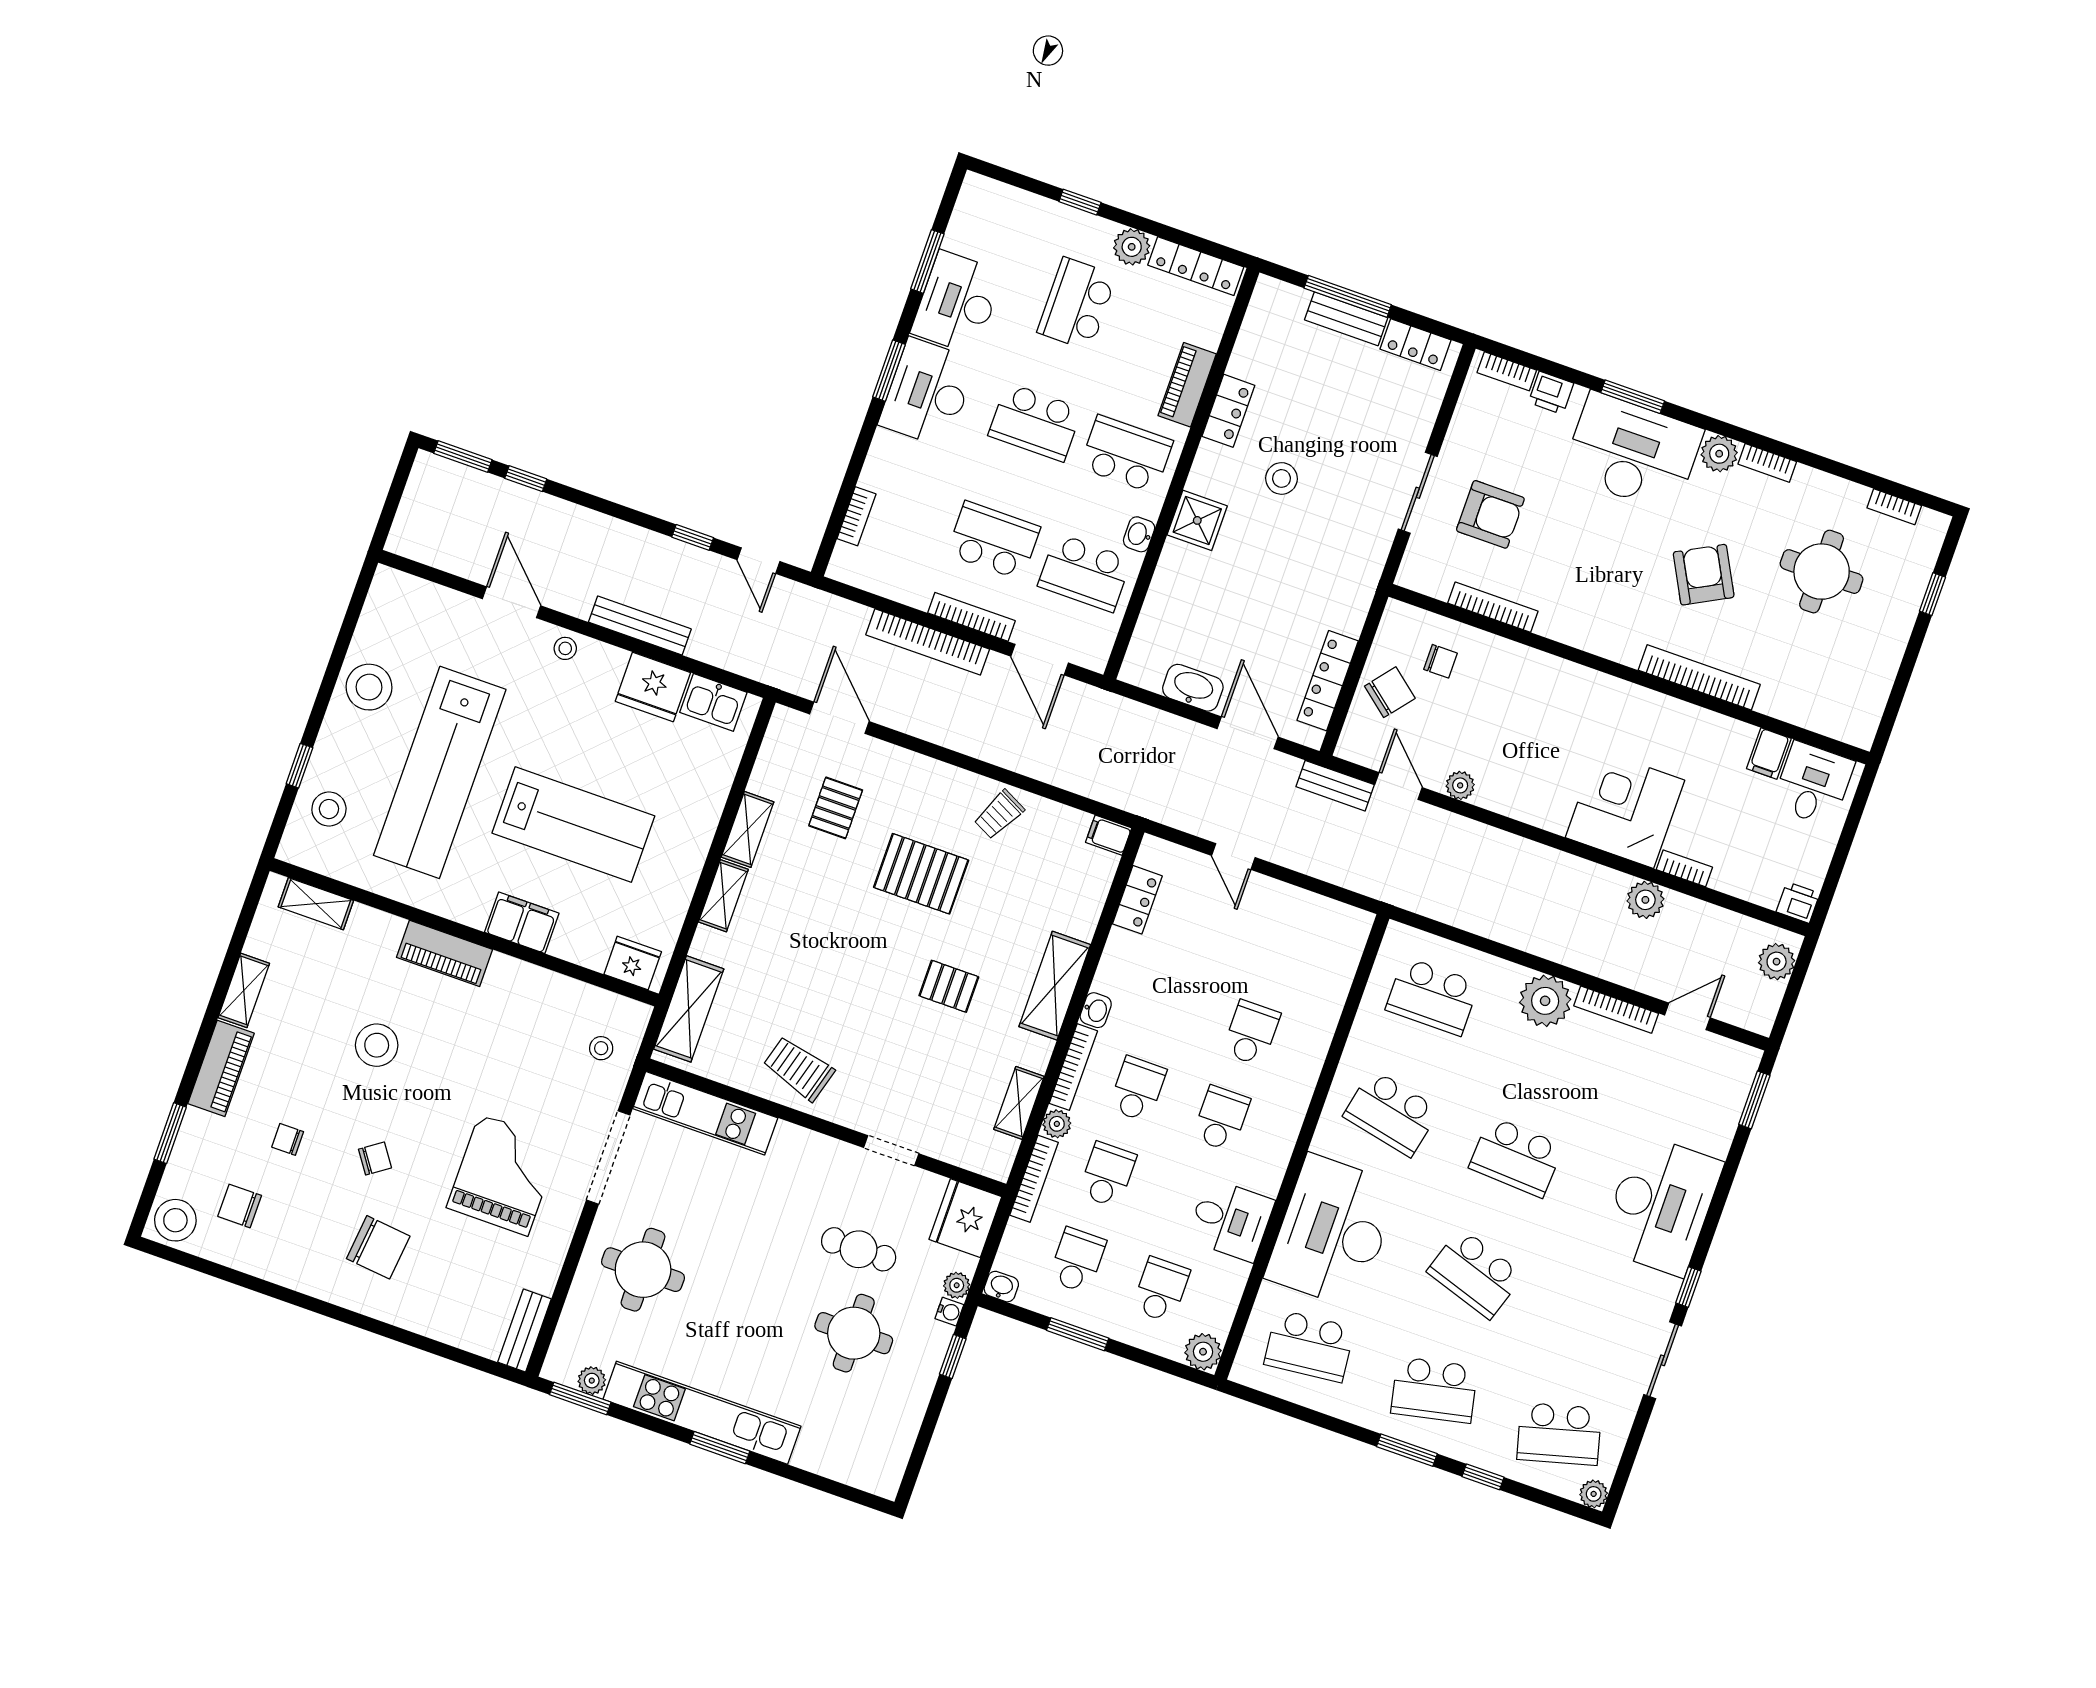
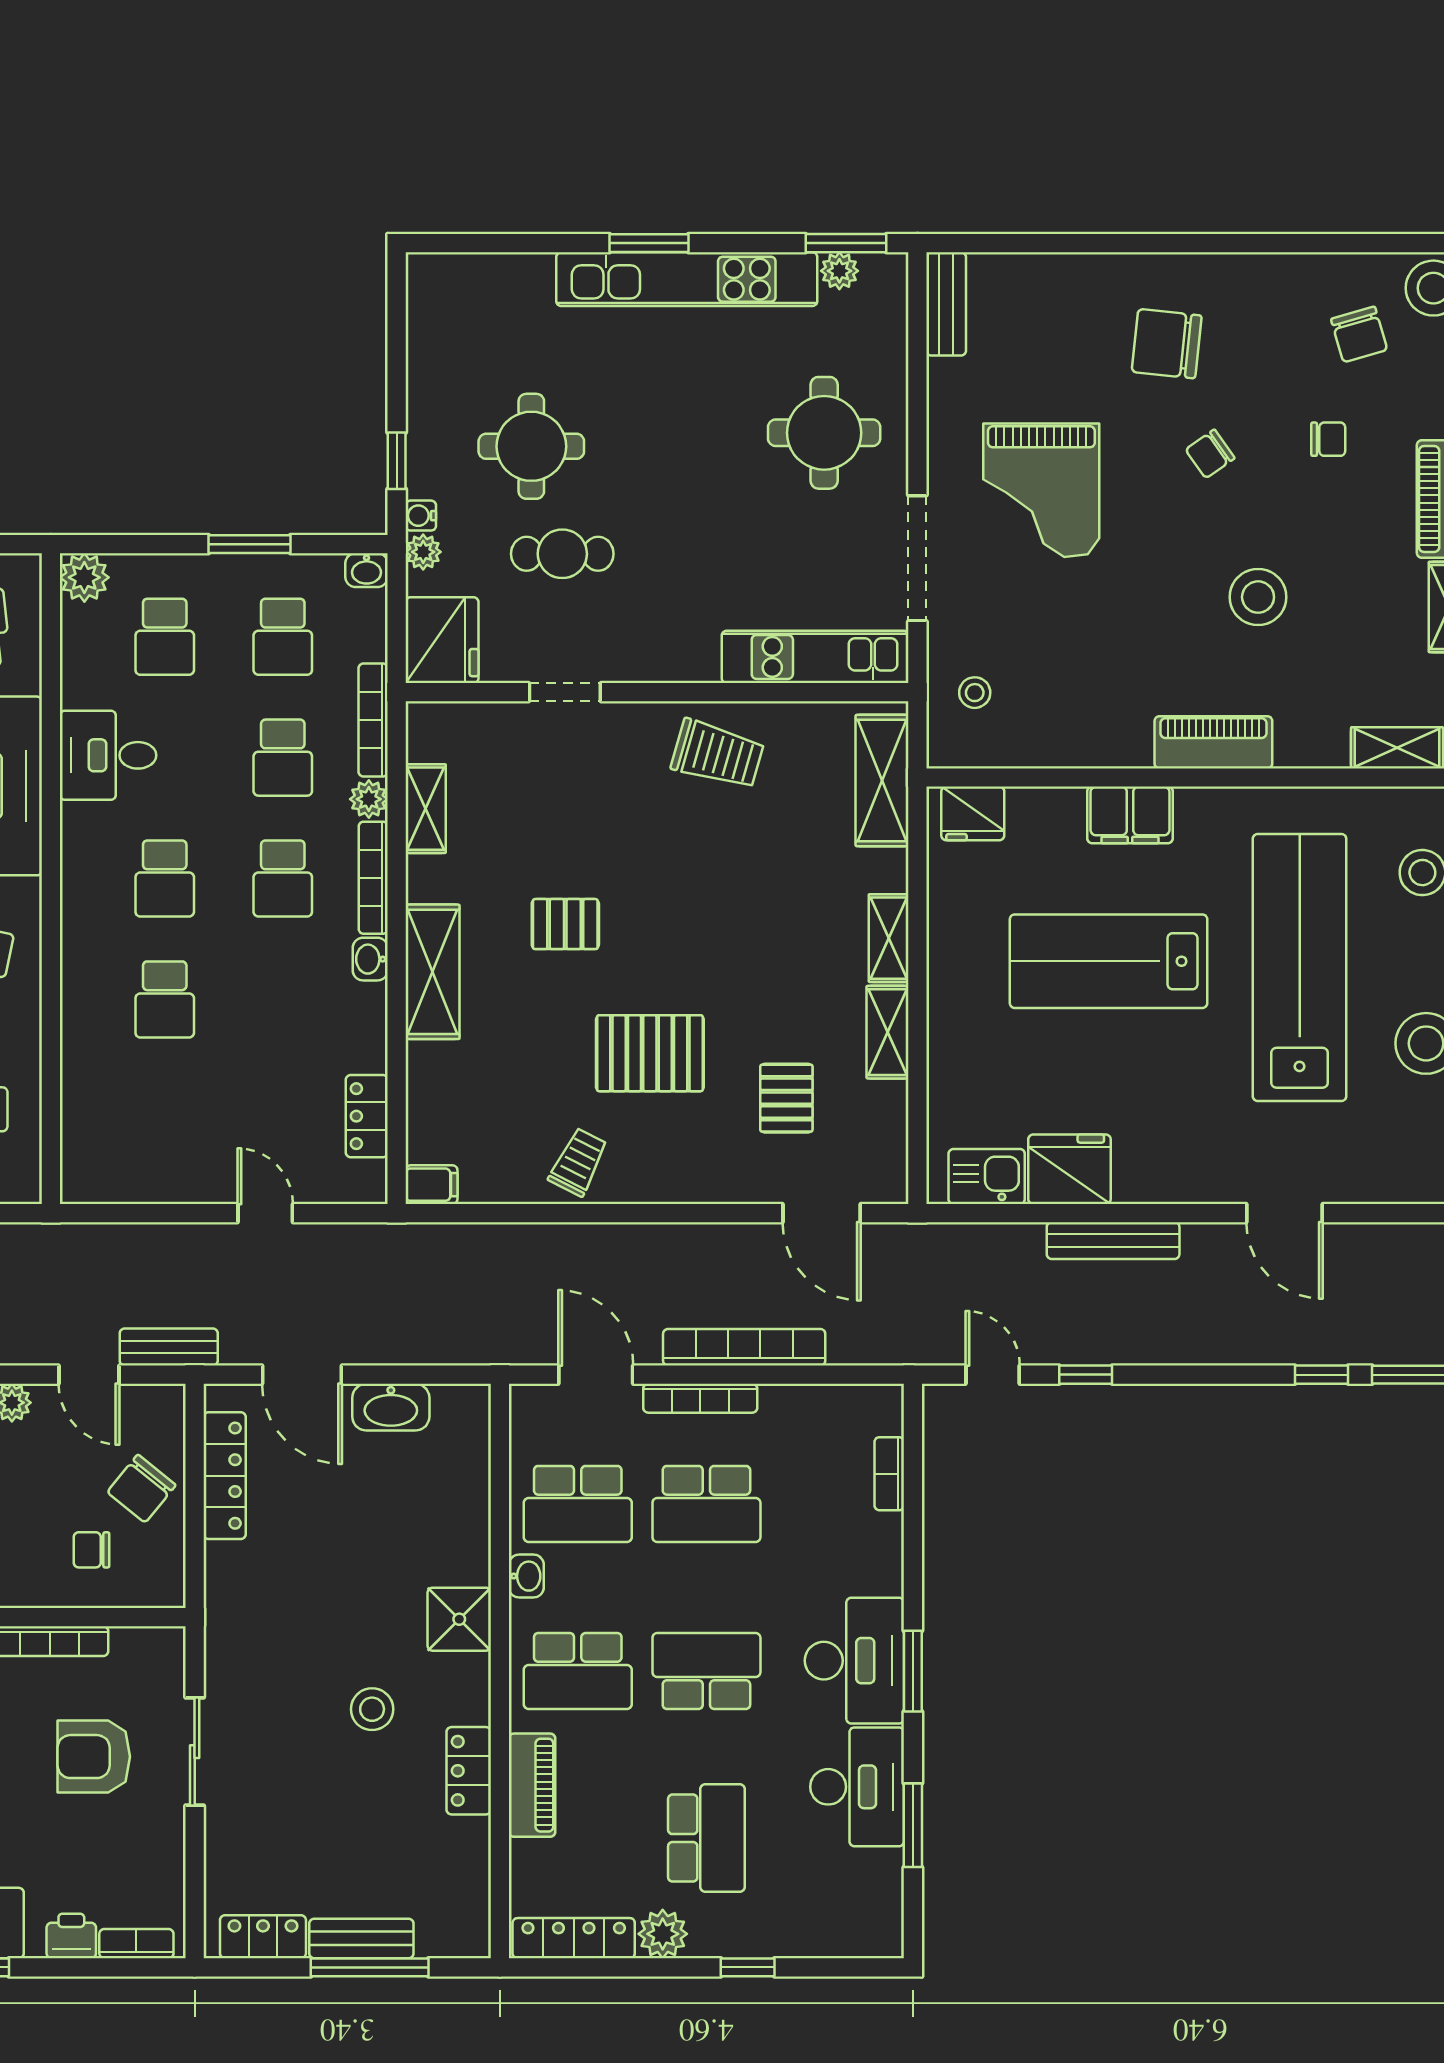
school desk: (1085, 573) -> (578, 1504), turned 180
stool: (565, 648) -> (1197, 1179), removed
chair: (240, 1206) -> (1359, 334), turned 74

